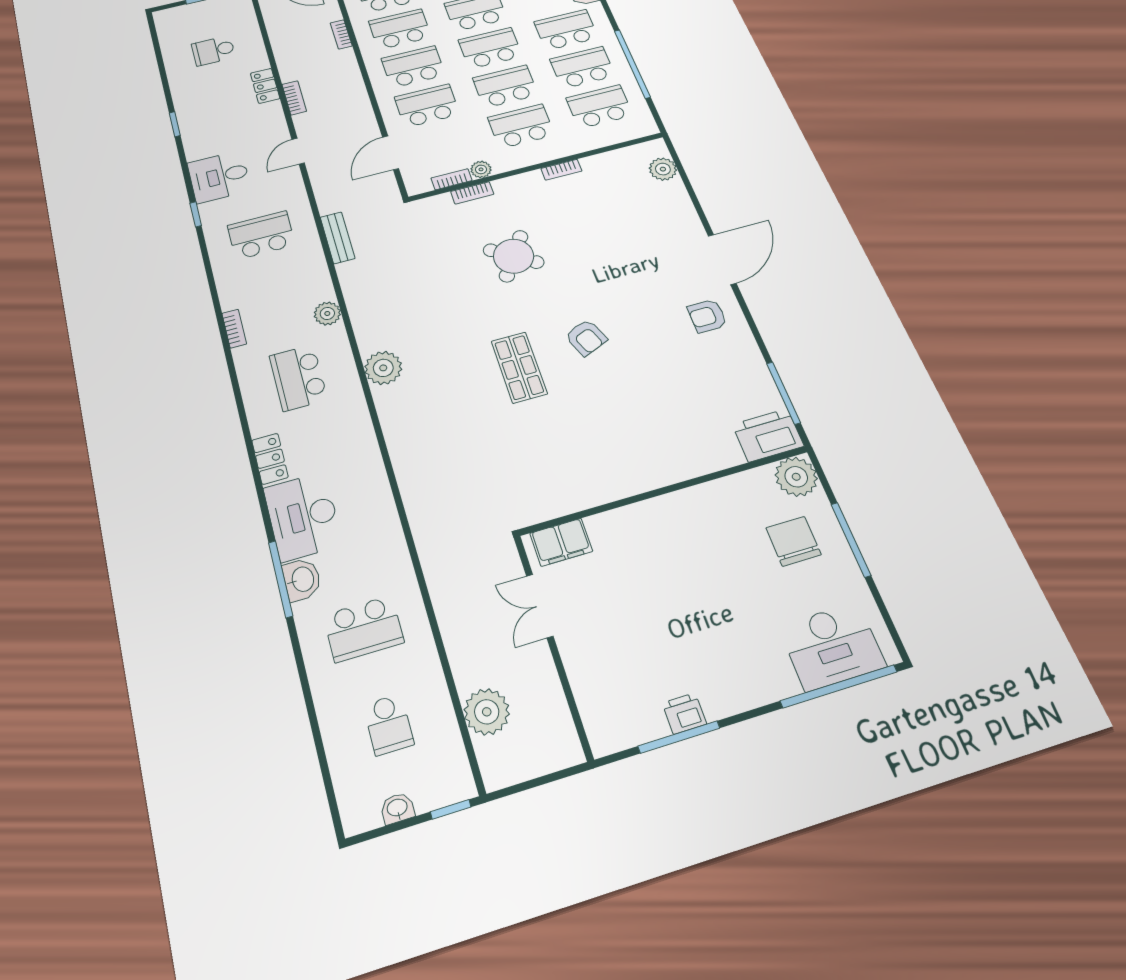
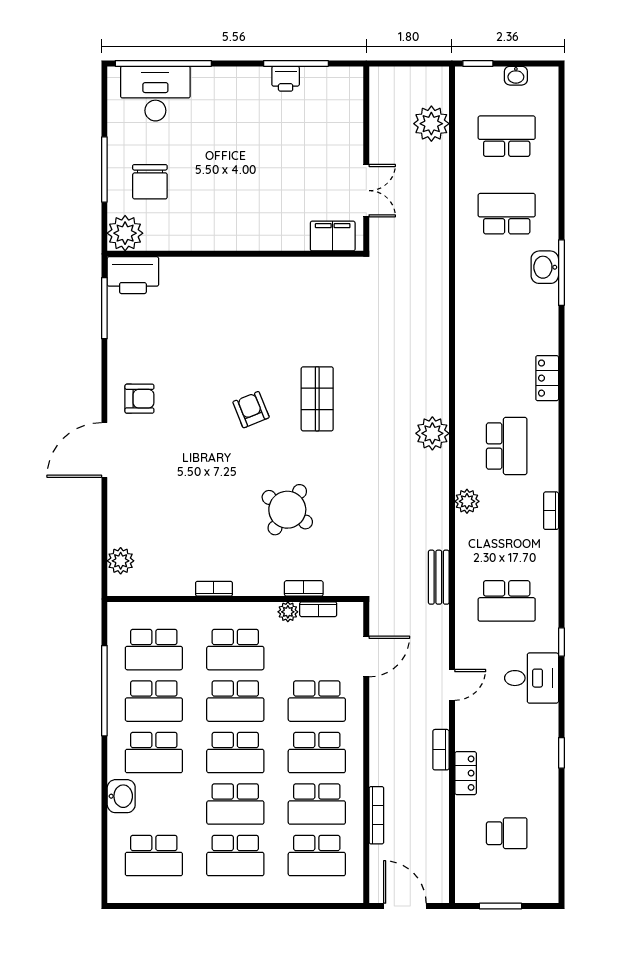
bookcase: (341, 34) -> (376, 815), width x1.56
desk: (303, 516) -> (532, 319), removed
school desk: (388, 725) -> (507, 136), width x1.85

